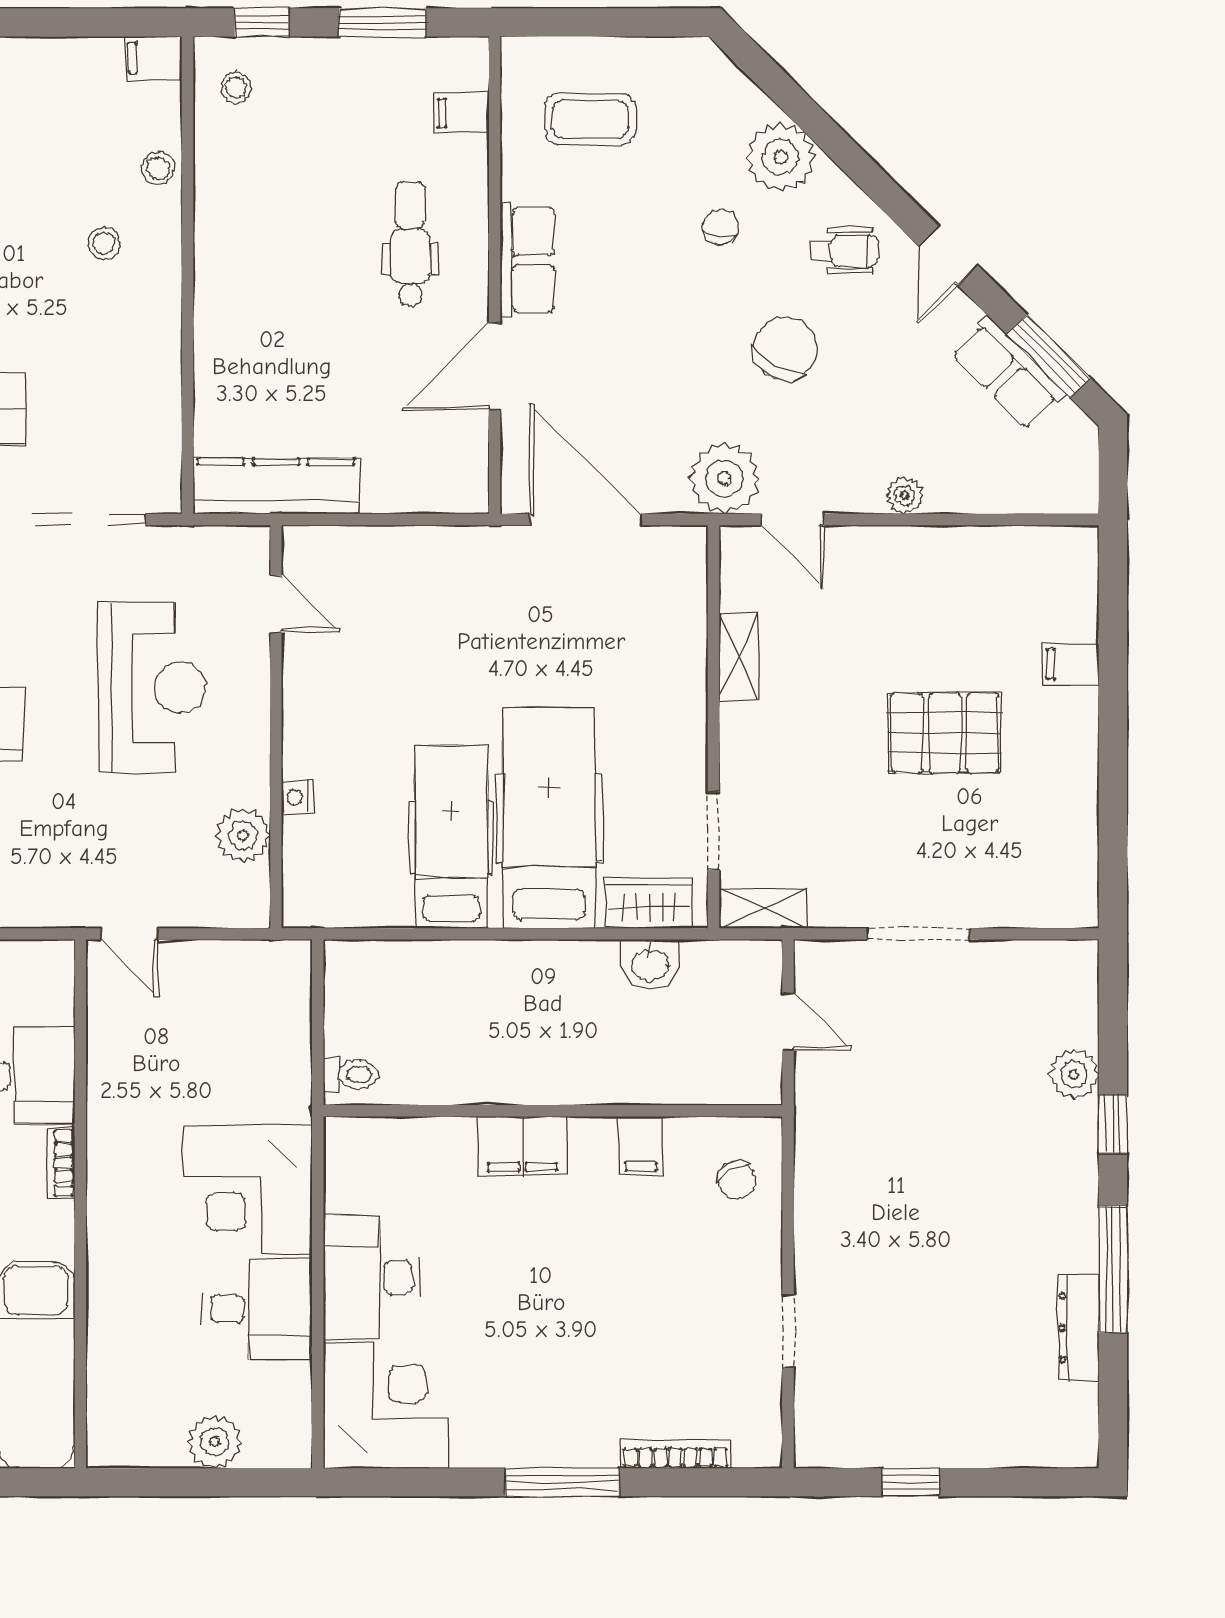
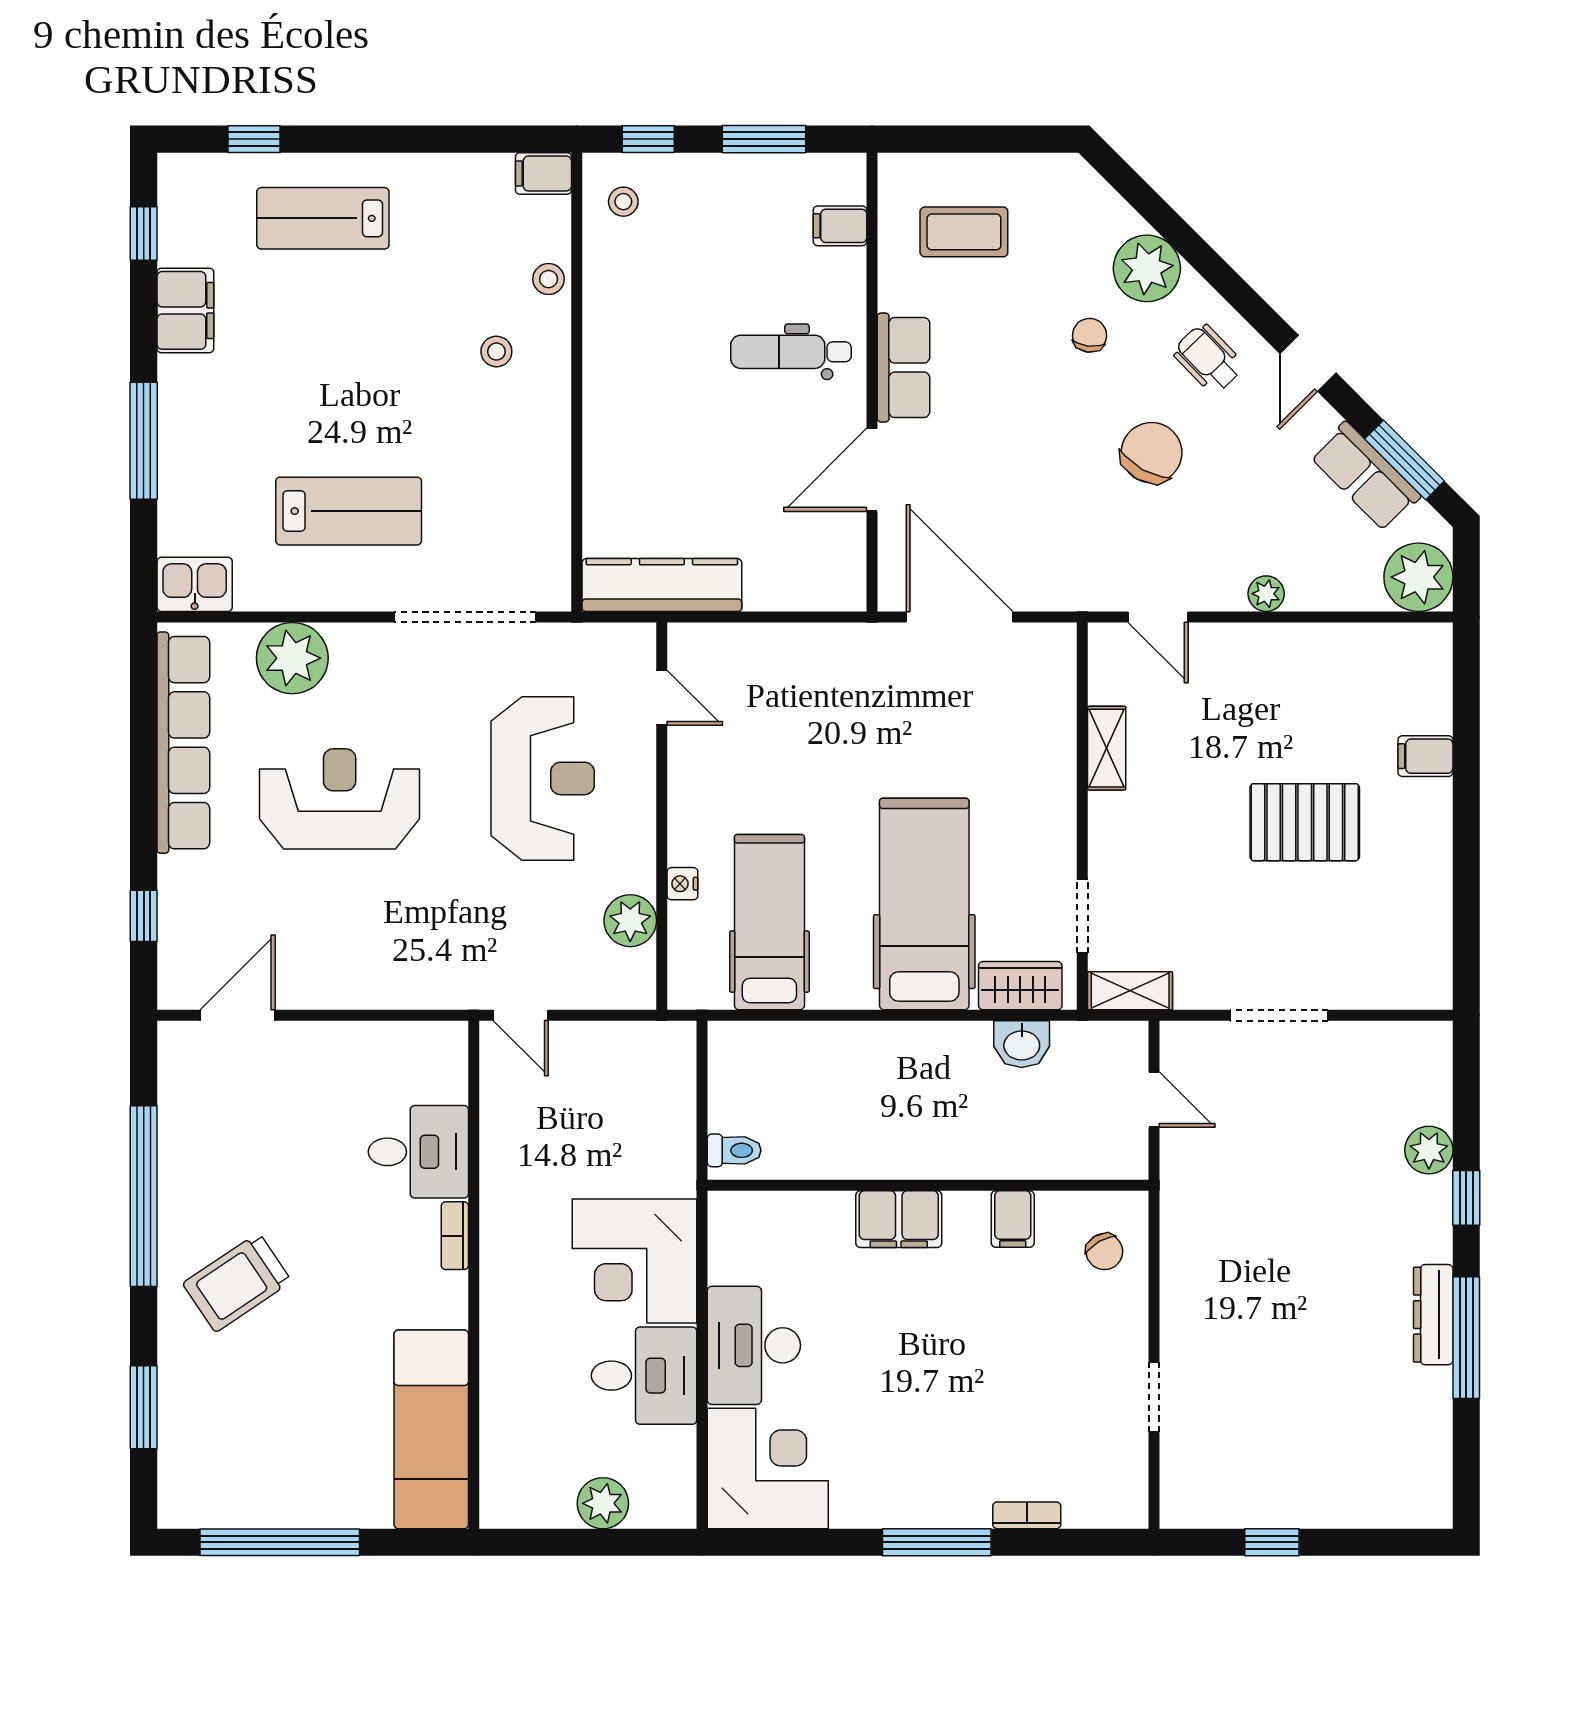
dental chair: (410, 244) -> (791, 352), turned -90
wheelchair: (845, 251) -> (1208, 359), turned -134
plant: (724, 478) -> (1418, 577), moved
hospital bed: (451, 837) -> (769, 922), moved
dresser: (1078, 1328) -> (1433, 1315), moved
bookcase: (675, 1454) -> (1027, 1515), width x0.64

